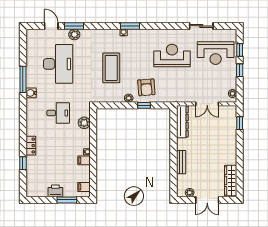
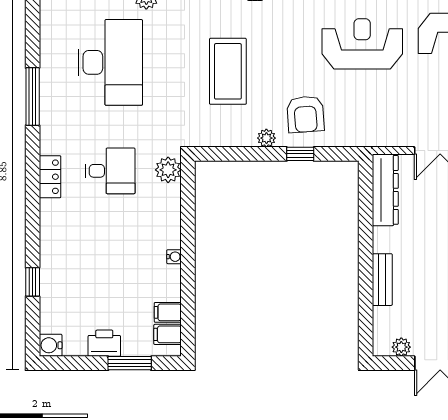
water cooler: (31, 93) -> (51, 345), moved
plant: (84, 123) -> (168, 170), moved
locker: (31, 146) -> (50, 177), moved
filing cabinet: (84, 160) -> (168, 312), moved

